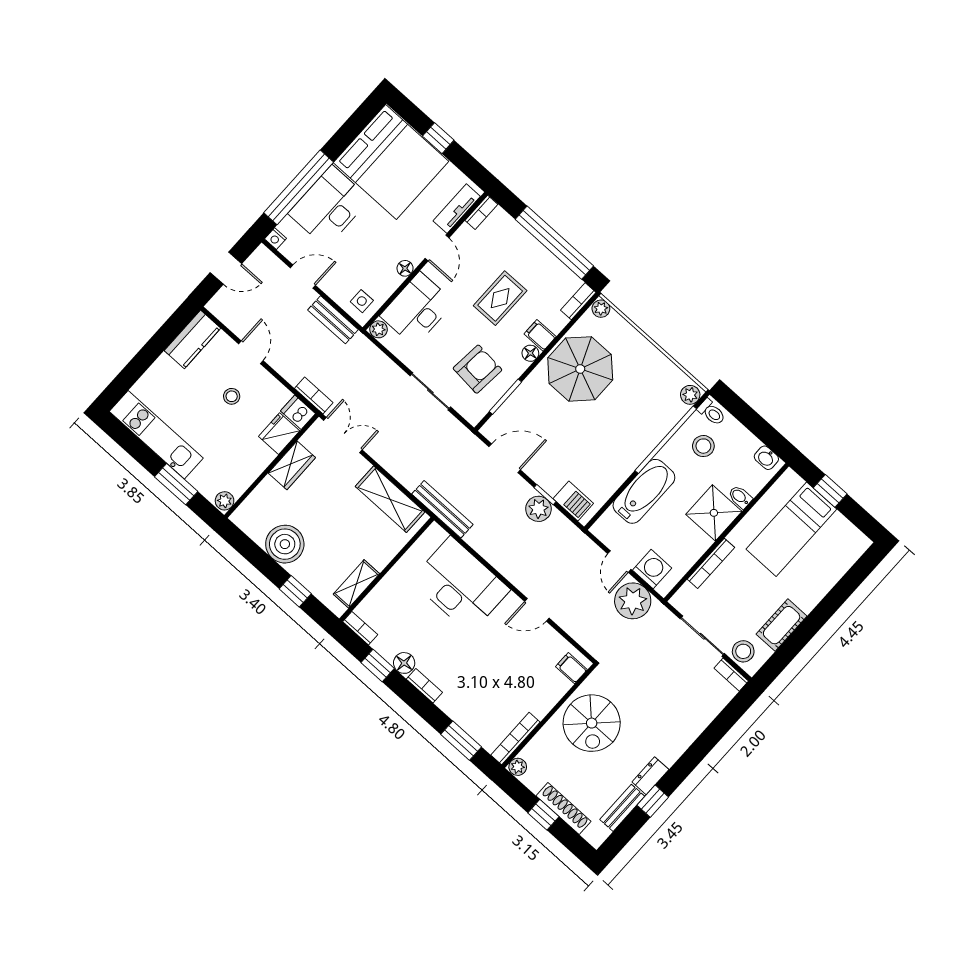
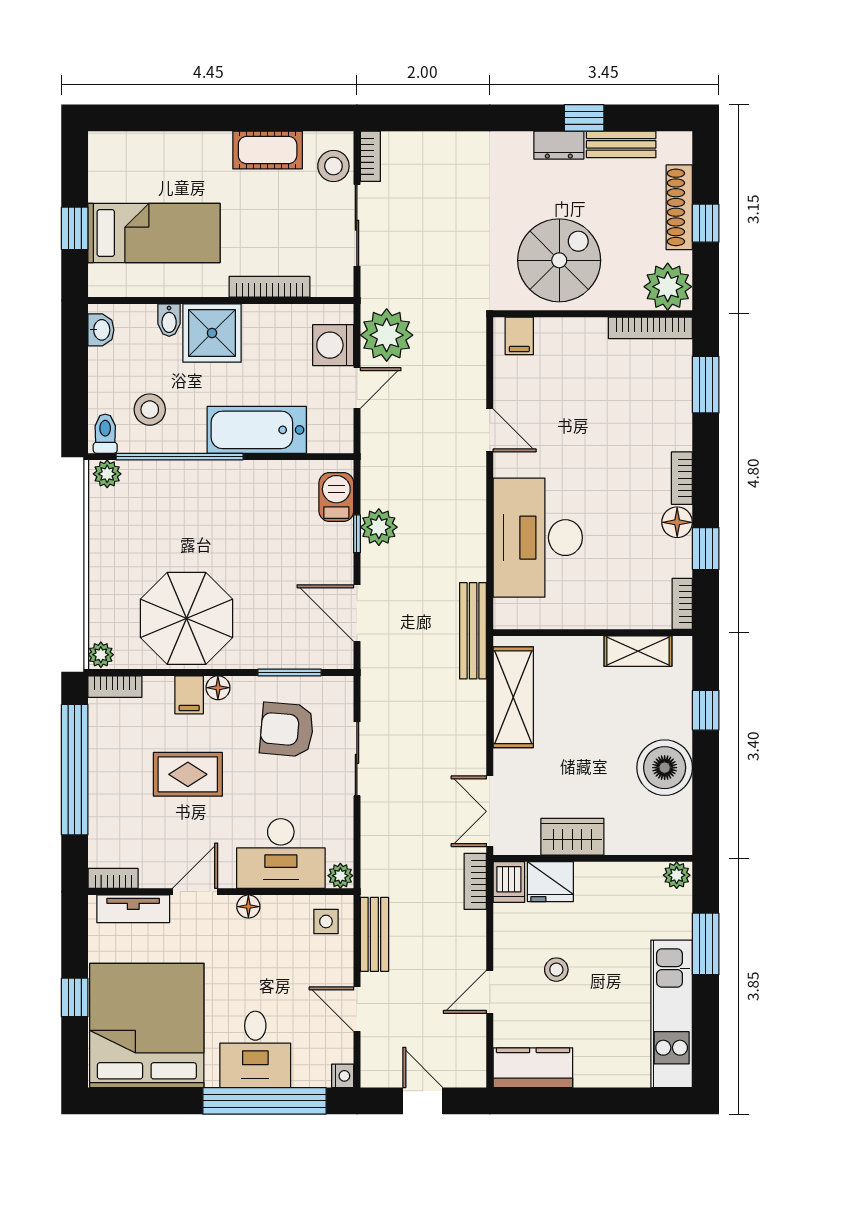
desk: (329, 206) -> (255, 1049), width x0.73
plant: (518, 767) -> (668, 287), width x1.88, depth x1.88

